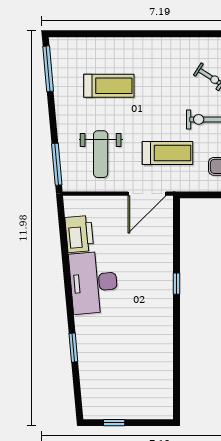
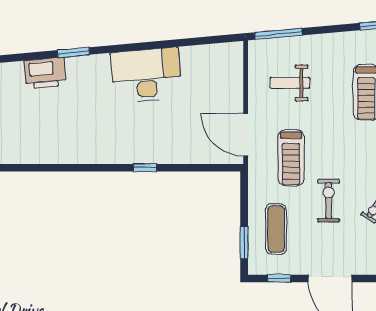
weight bench: (101, 154) -> (290, 83), width x0.73, depth x0.75
printer: (79, 234) -> (45, 73), moved

